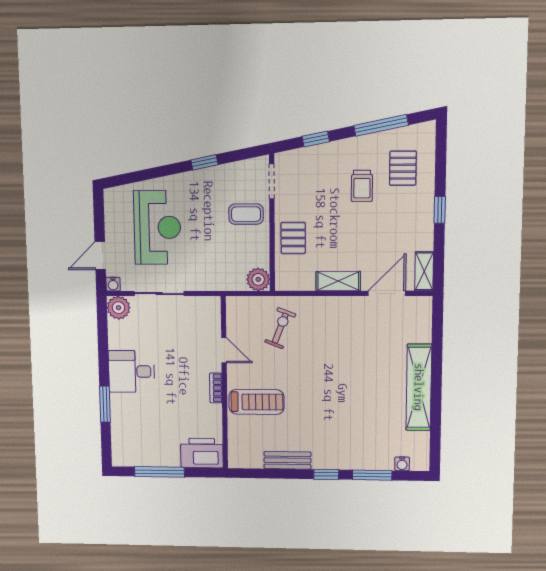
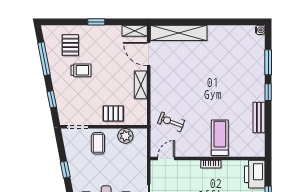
pallet: (403, 168) -> (70, 45), turned 90
plant: (258, 279) -> (125, 136), moved
door: (224, 350) -> (166, 159), moved
shelving: (419, 387) -> (179, 33), moved
water cooler: (402, 464) -> (260, 30), moved

